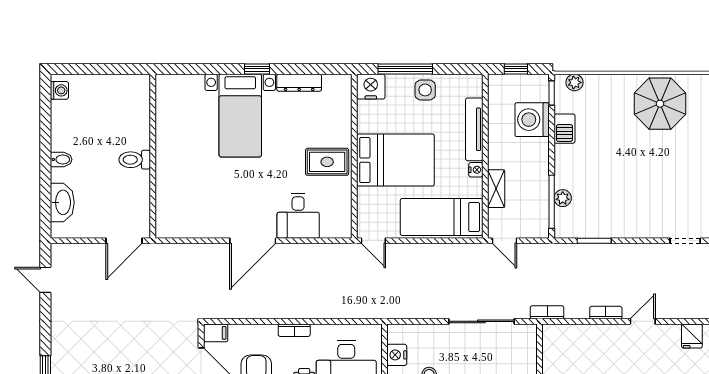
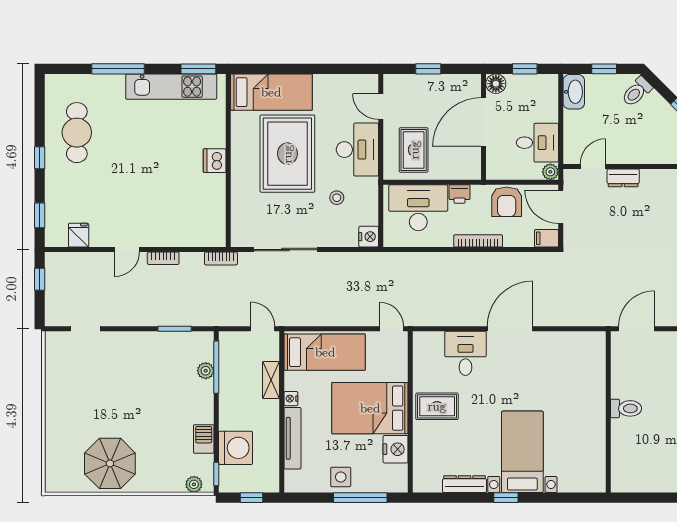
nightstand: (371, 87) -> (396, 449), moved, turned -90
bookcase: (294, 330) -> (478, 241), width x1.56
nightstand: (397, 355) -> (369, 237), moved

